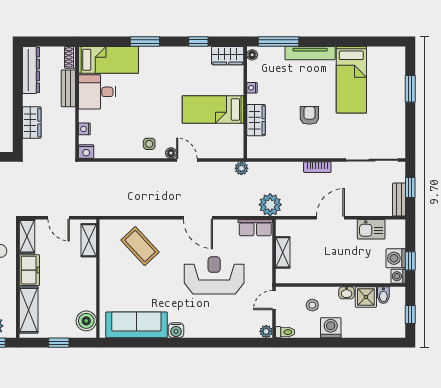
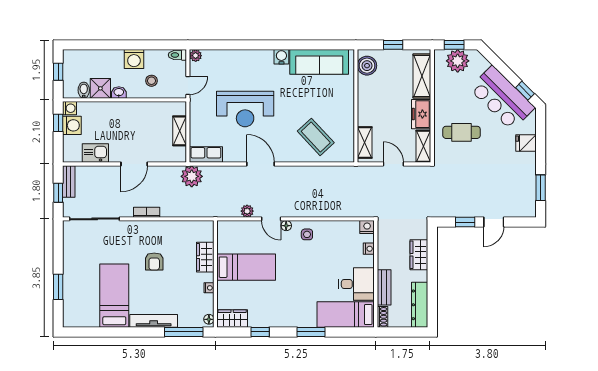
plant: (241, 168) -> (247, 211), moved

